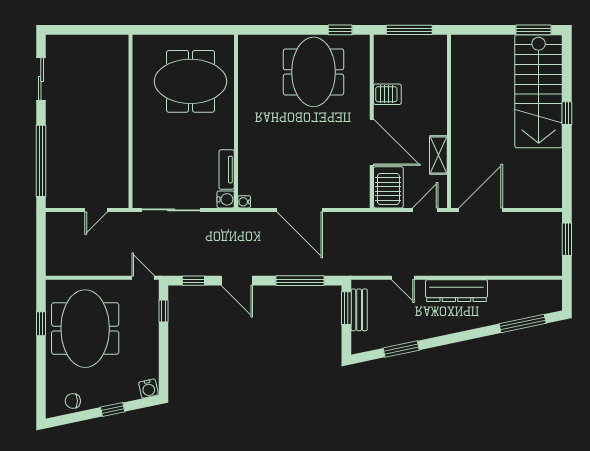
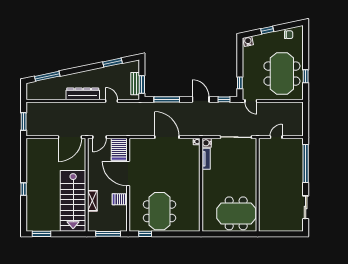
meeting table: (191, 81) -> (236, 213), moved
stairs: (539, 91) -> (73, 201), moved, turned 180
shelving: (438, 155) -> (92, 201), moved

